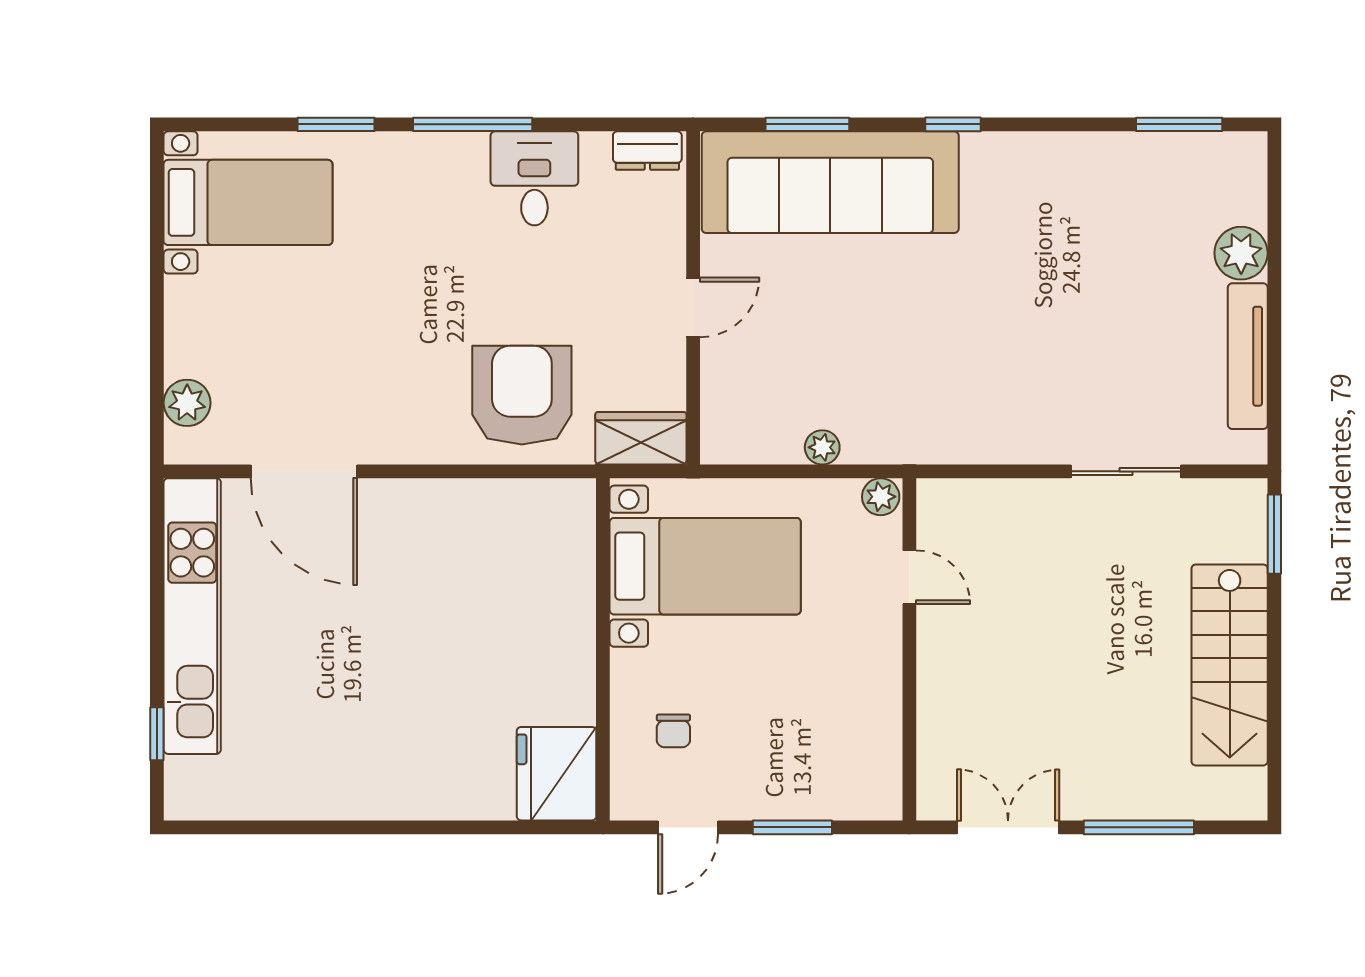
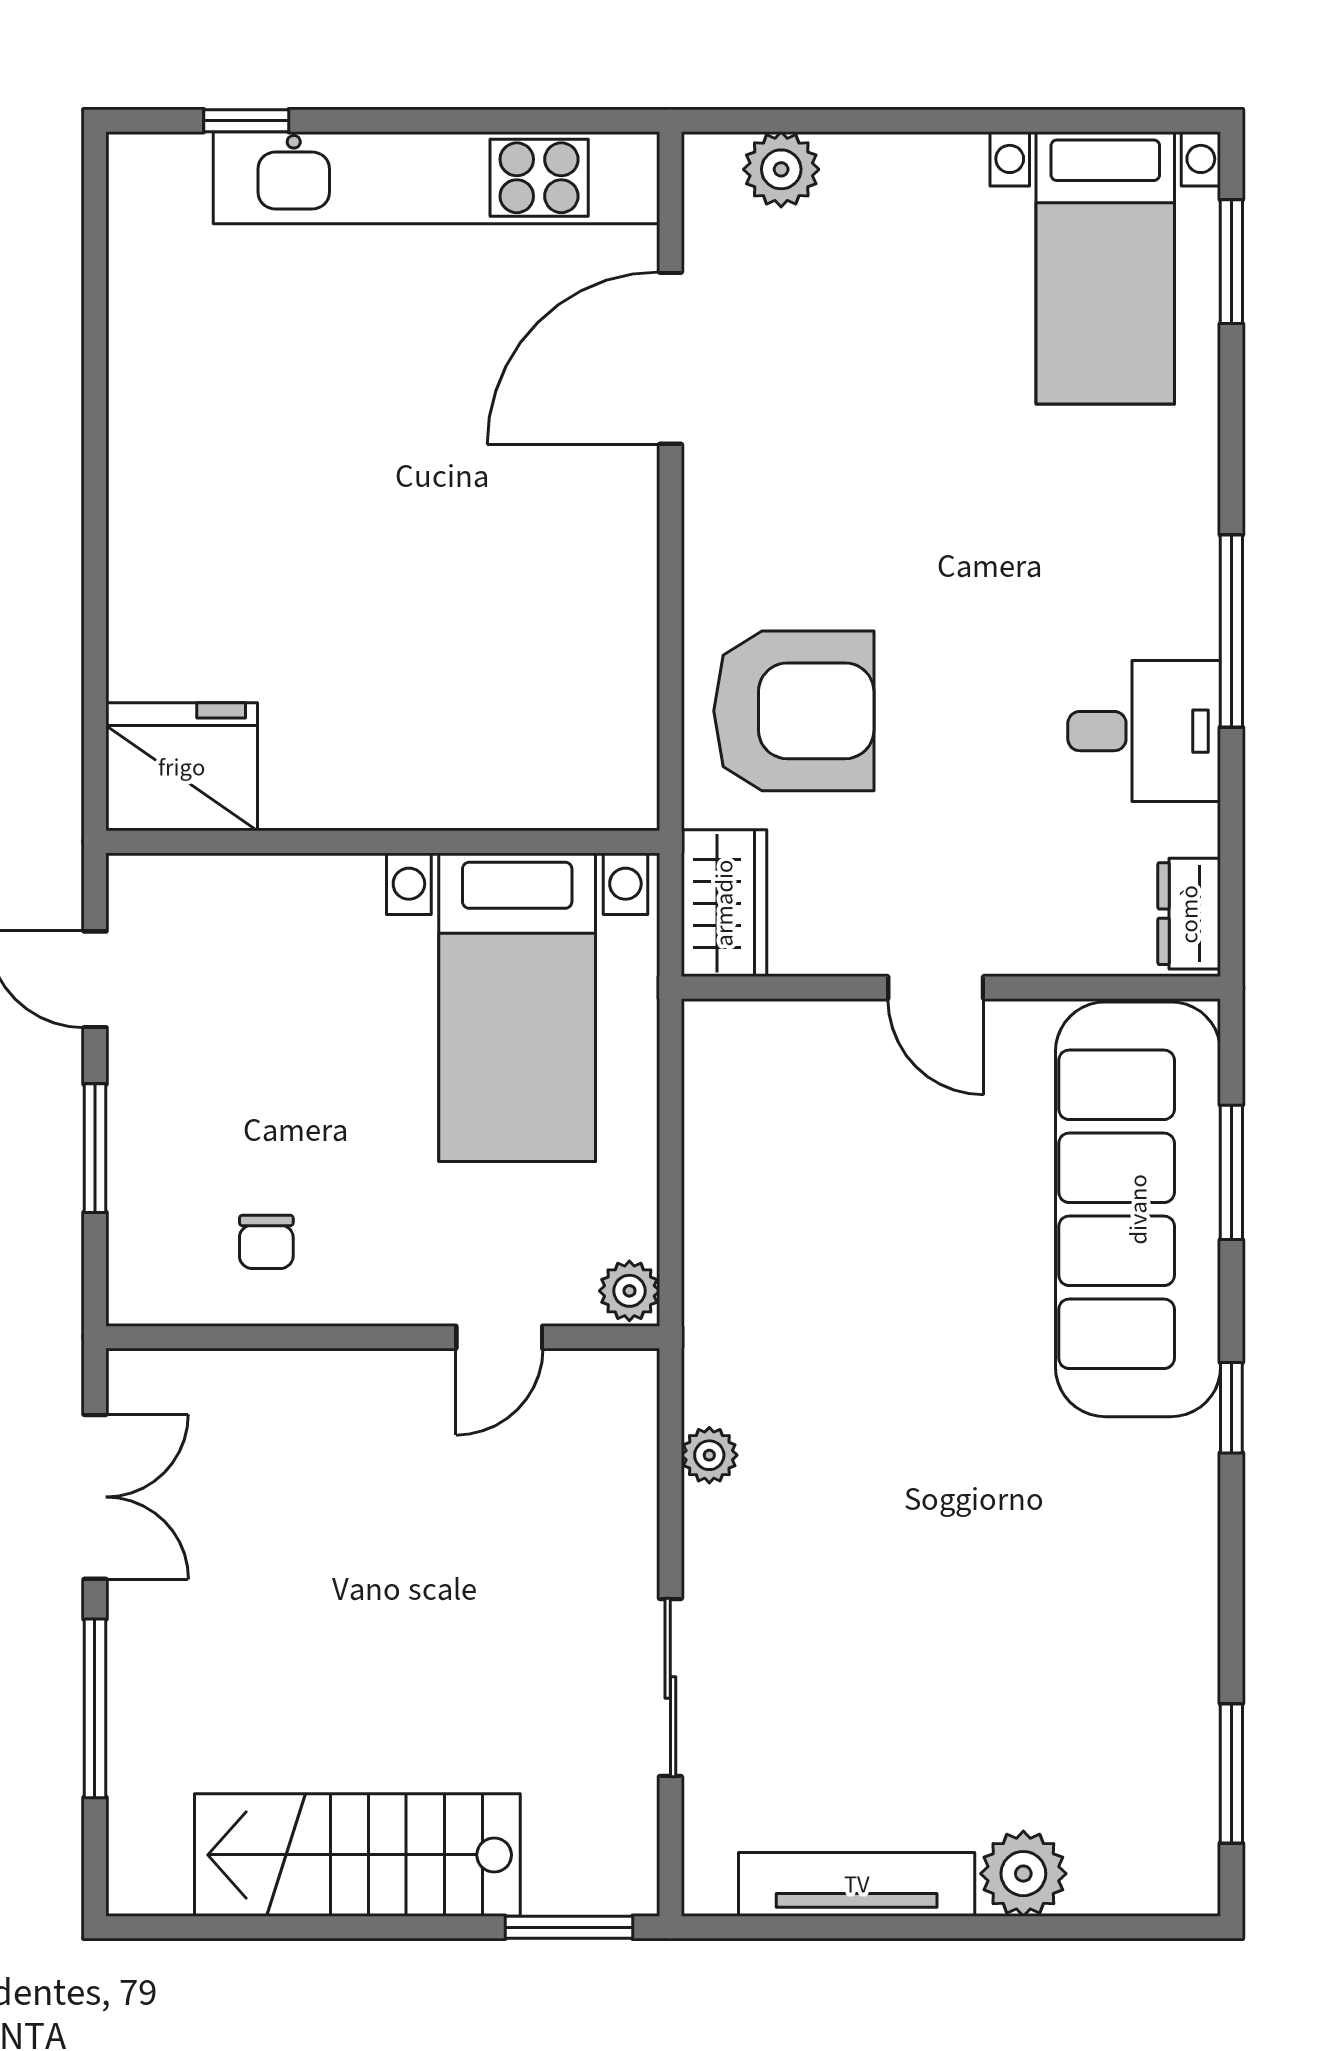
window: (336, 124) -> (1231, 262), moved
plant: (822, 447) -> (709, 1455), moved
chair: (673, 731) -> (266, 1242), moved, turned -90

